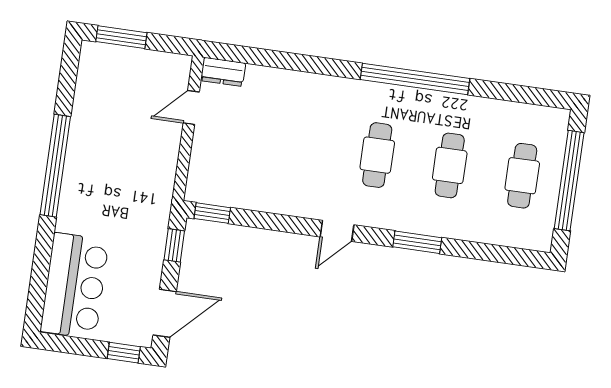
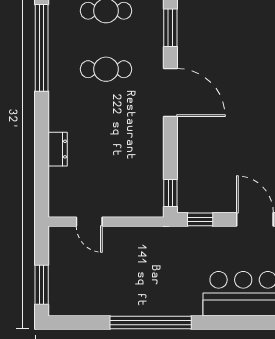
dresser: (223, 72) -> (58, 149), moved
door: (337, 231) -> (170, 92), width x1.88

